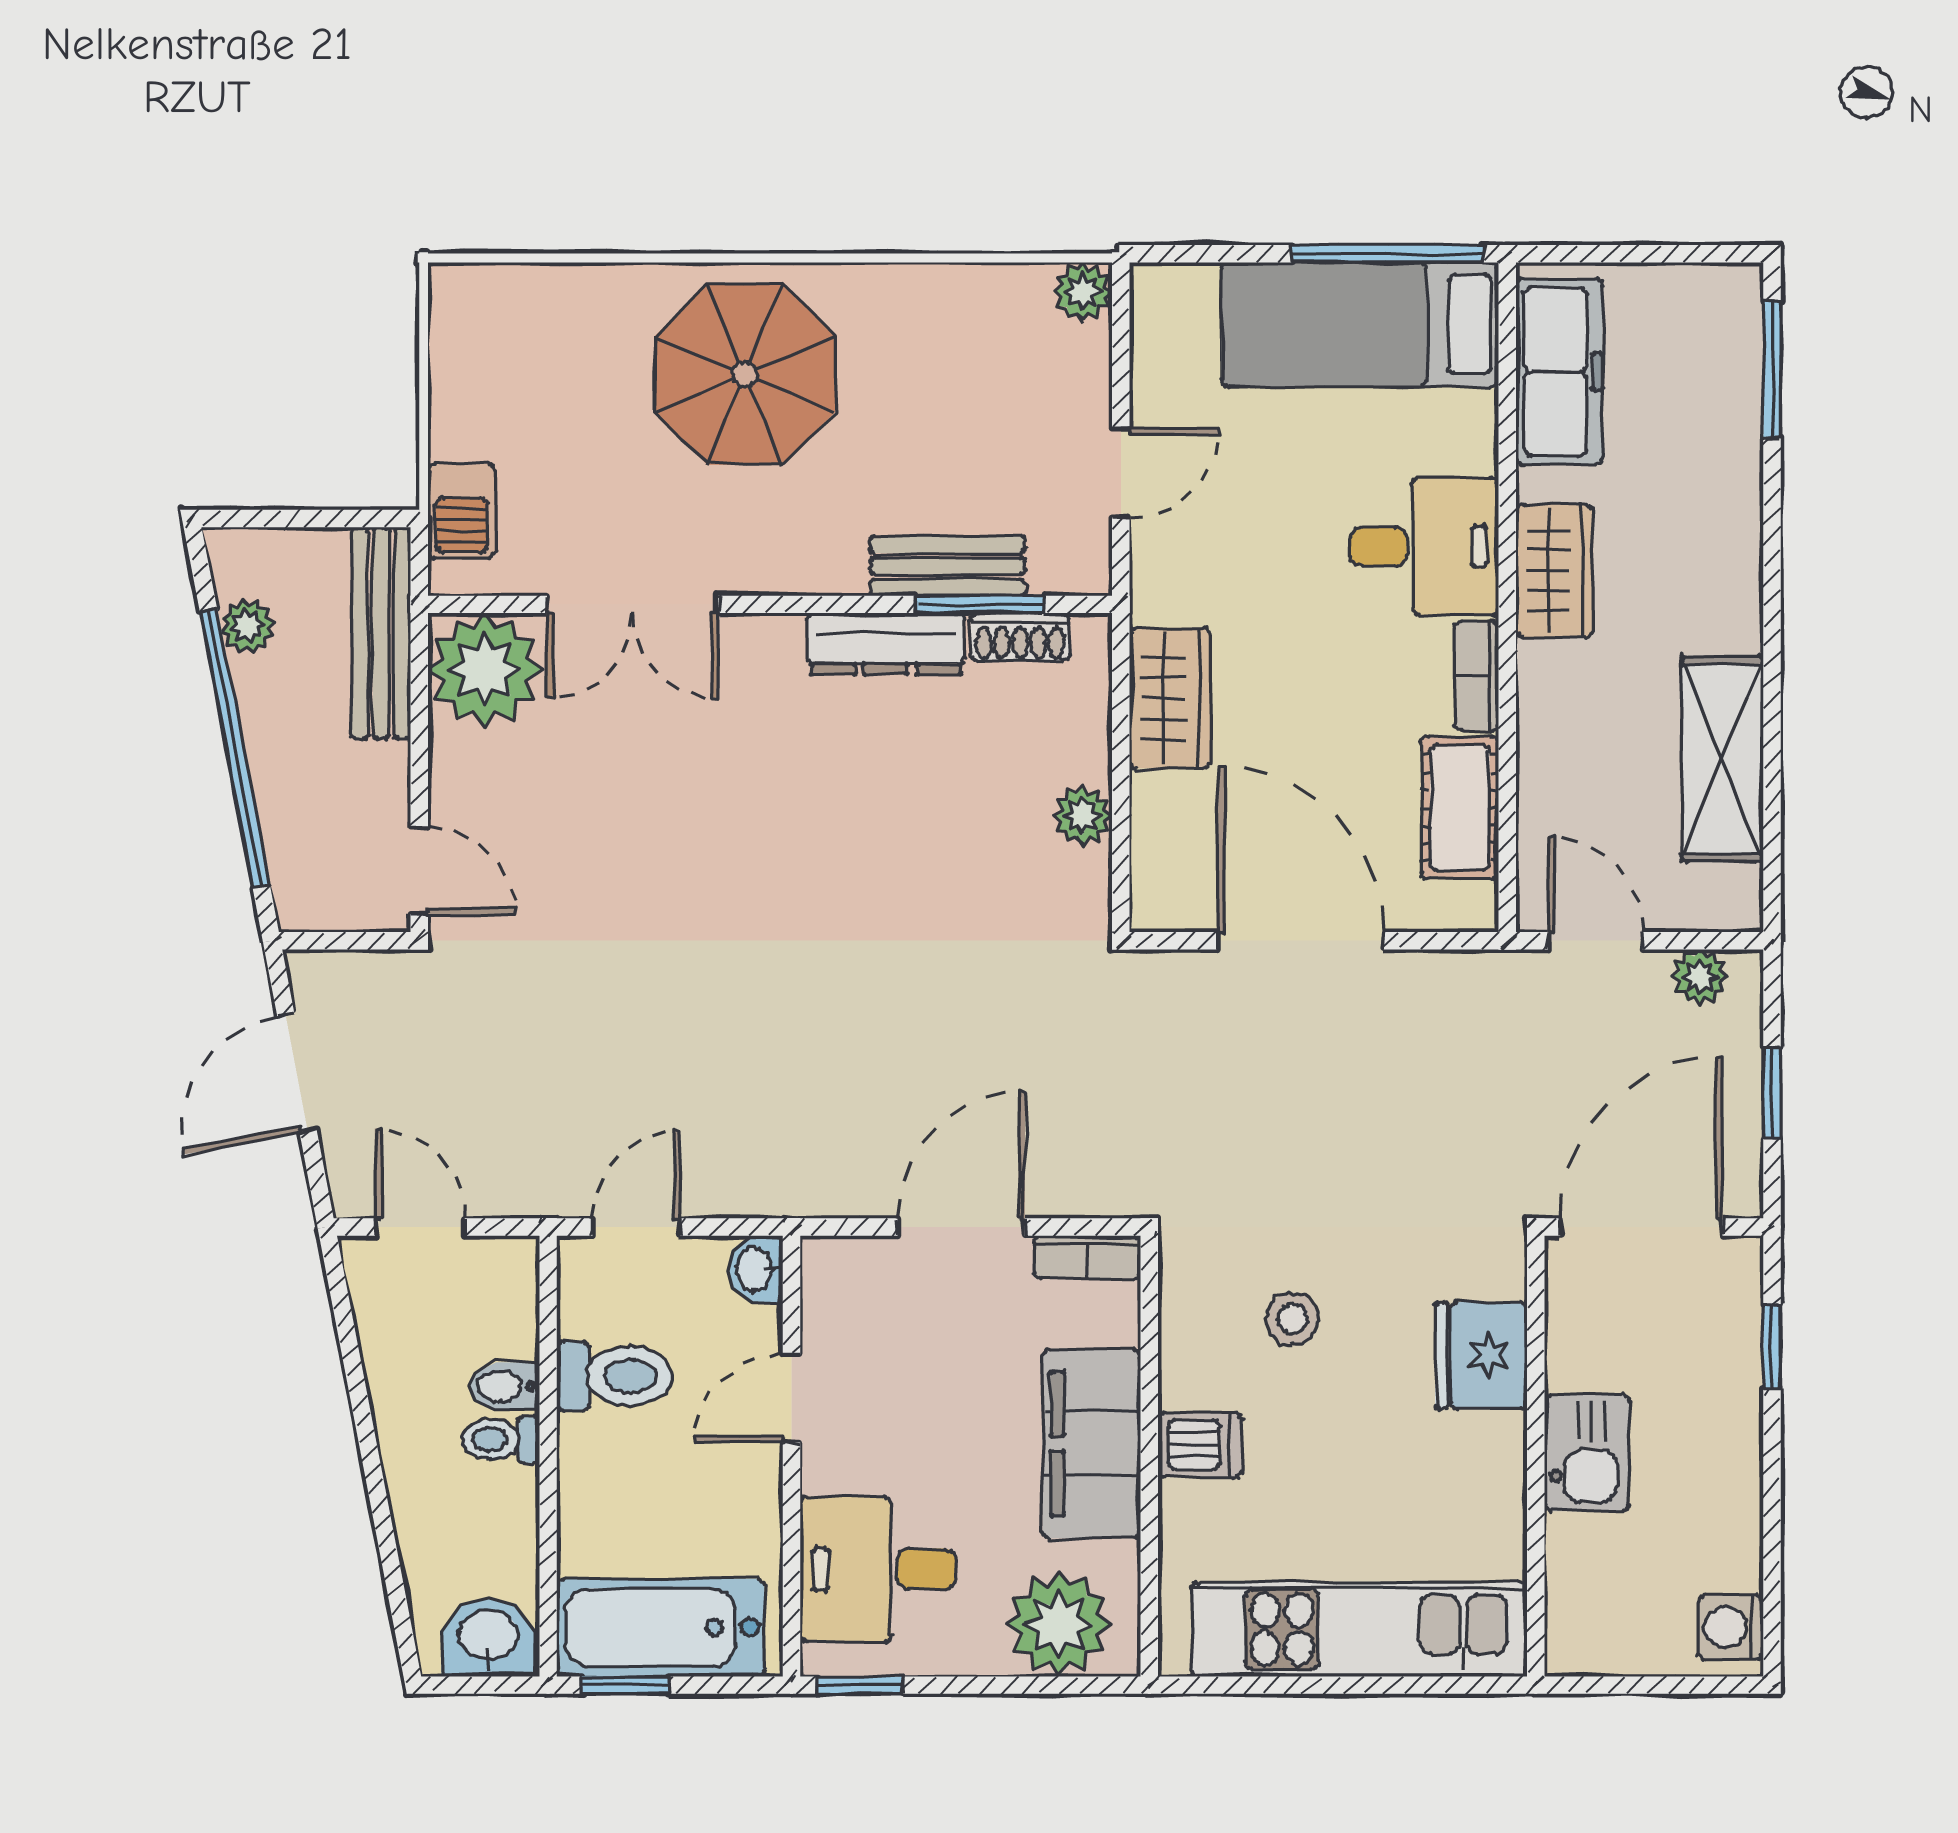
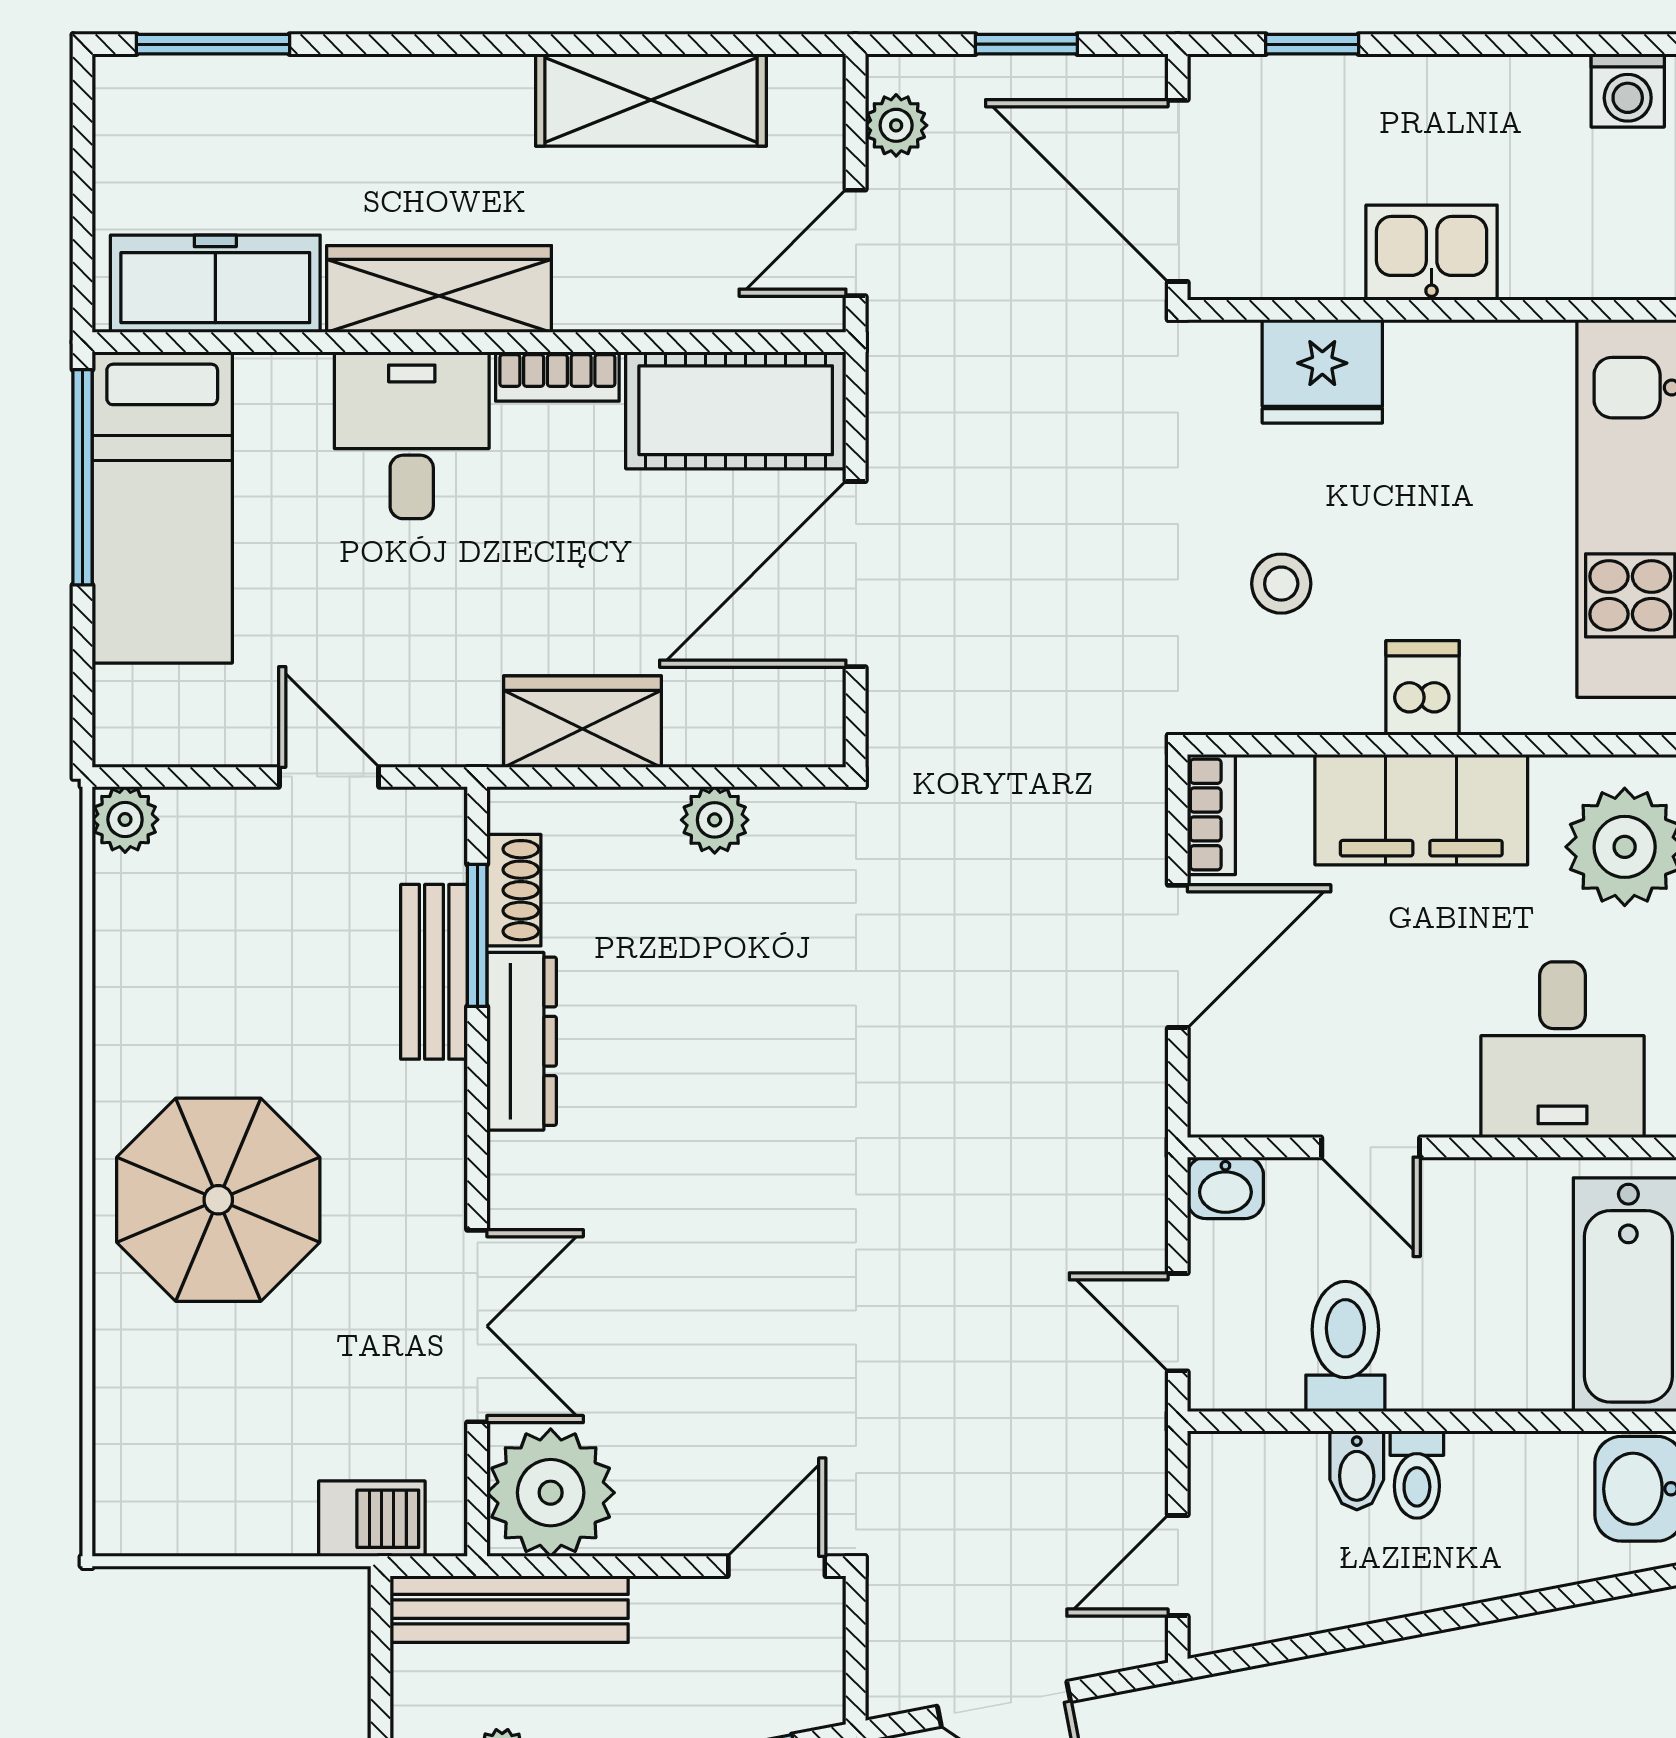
wardrobe: (1554, 571) -> (439, 289), width x1.50
cot: (1460, 808) -> (736, 410), width x1.37, depth x1.34
door: (961, 1227) -> (1178, 956), swing flipped

